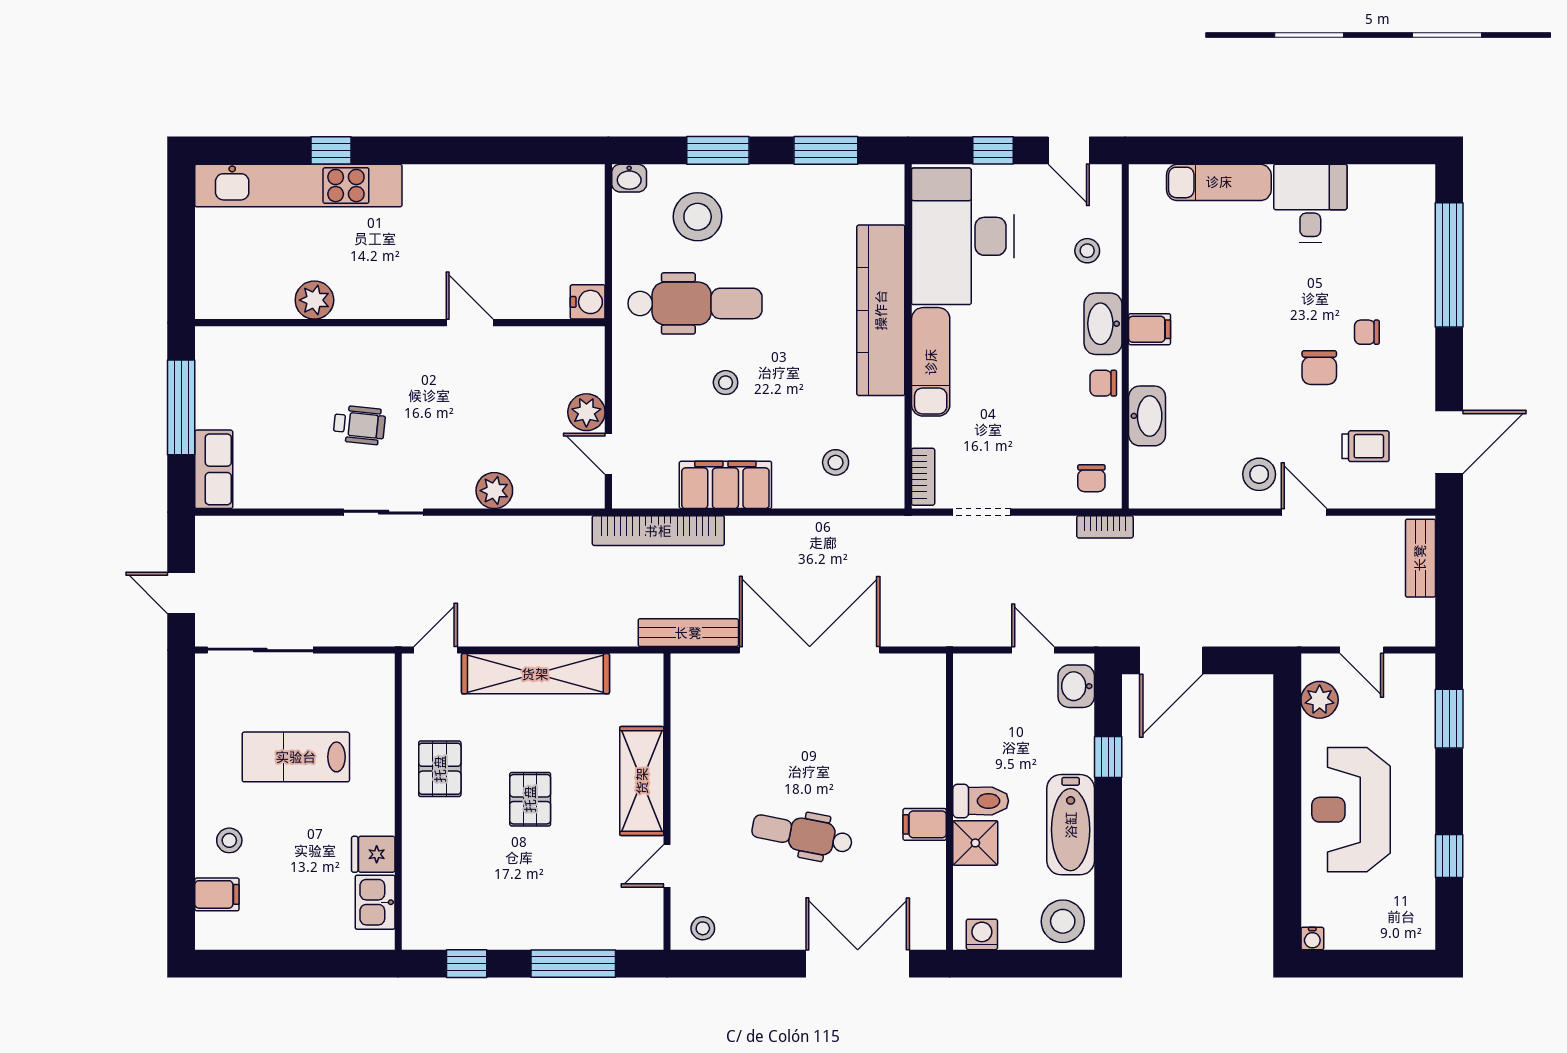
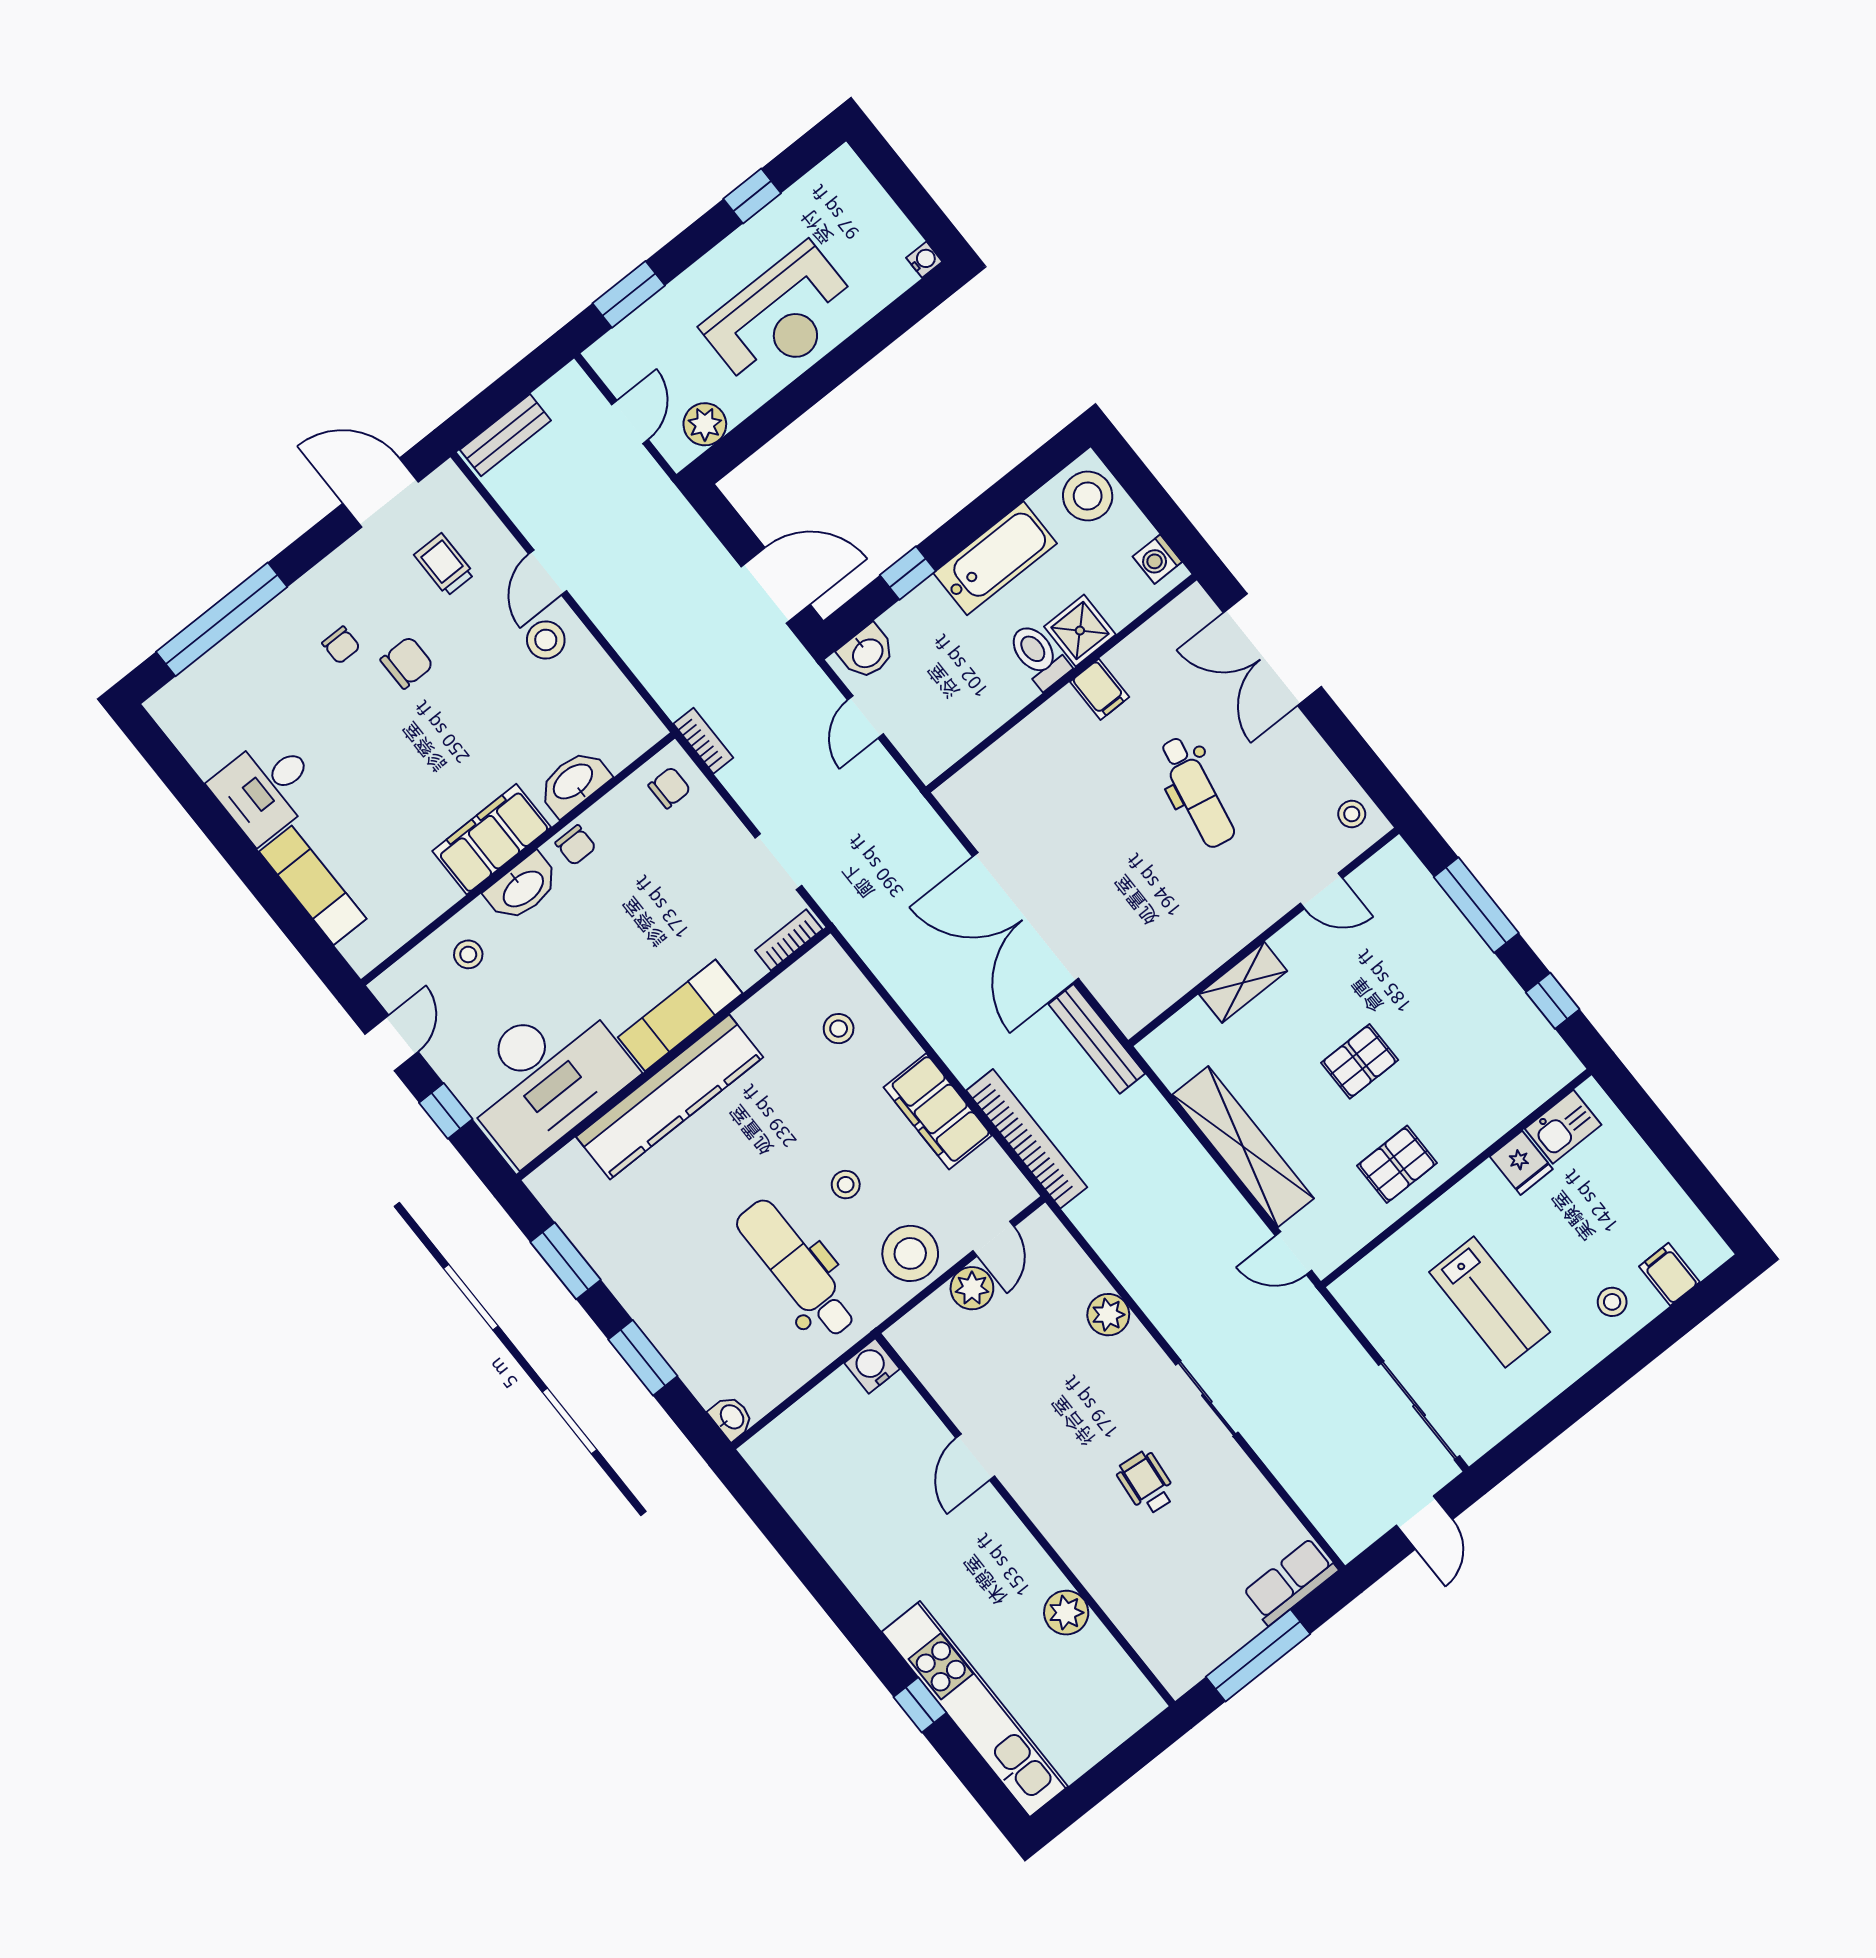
stool: (698, 217) -> (910, 1253), moved
filing cabinet: (1150, 329) -> (492, 839), width x3.00, depth x1.17
shelving: (642, 781) -> (1243, 982), width x0.67, depth x0.75

